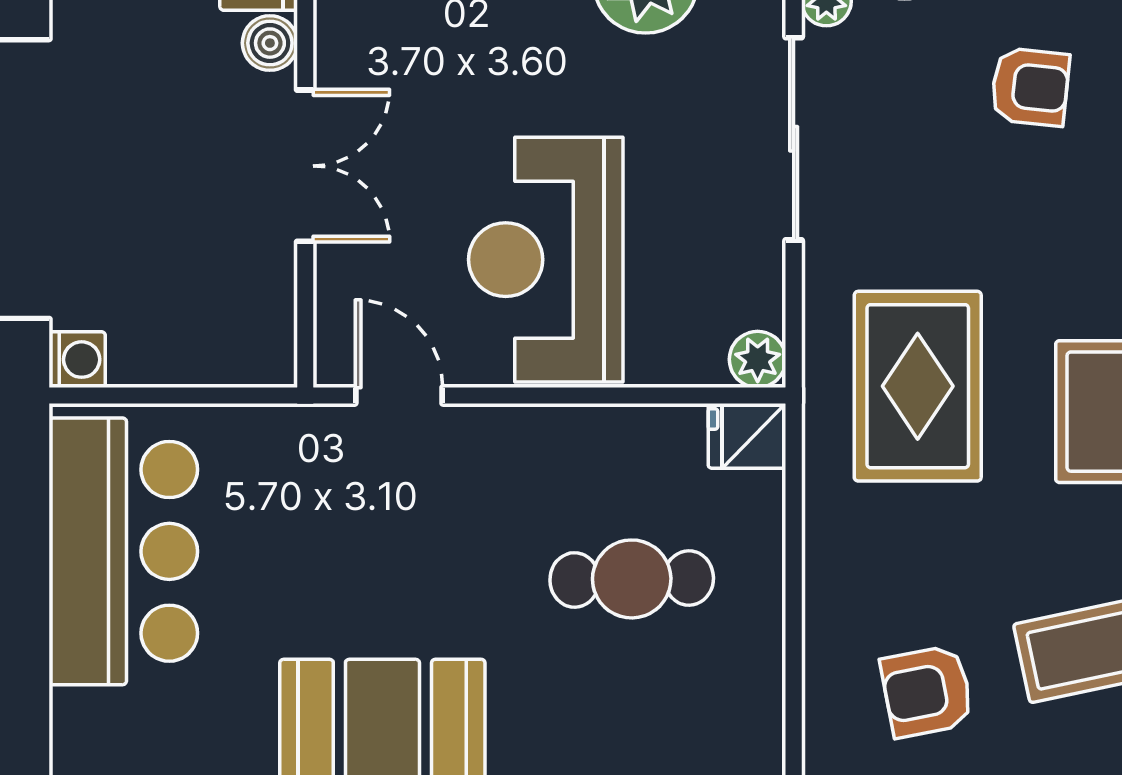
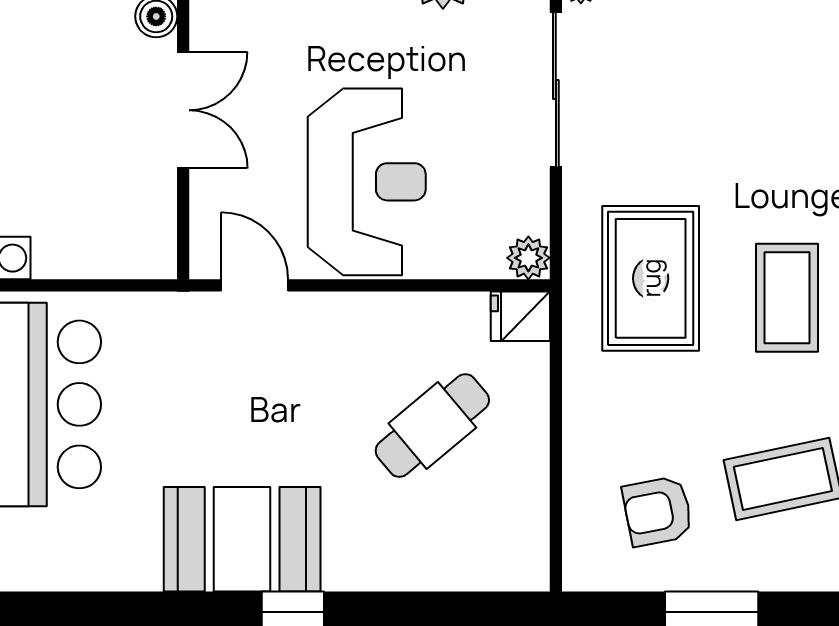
armchair: (1030, 87) -> (736, 50), removed
reception desk: (546, 260) -> (367, 182), turned 180
cafe table: (632, 579) -> (432, 426), turned -39

